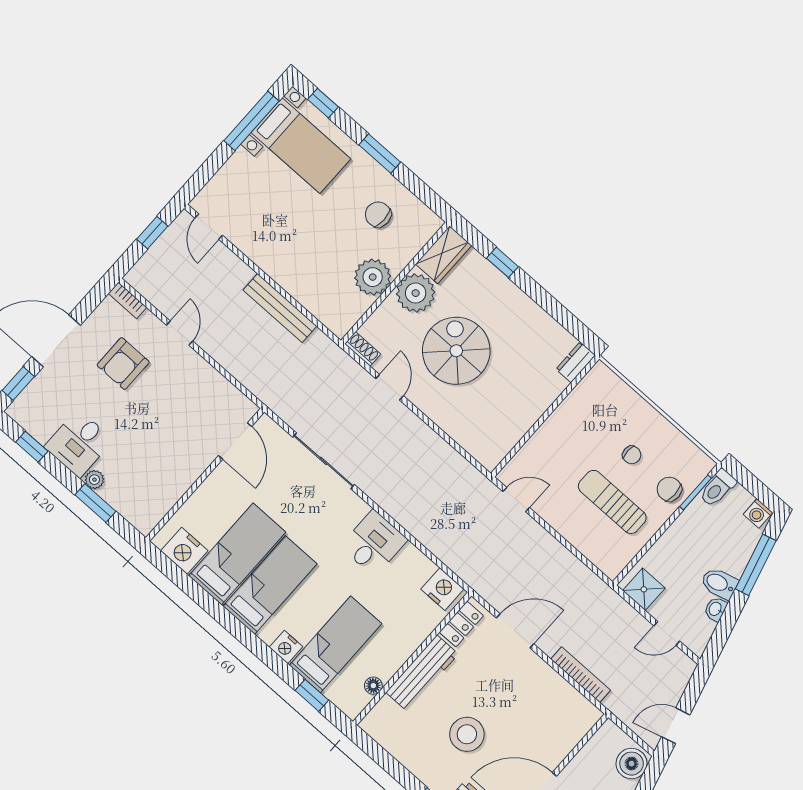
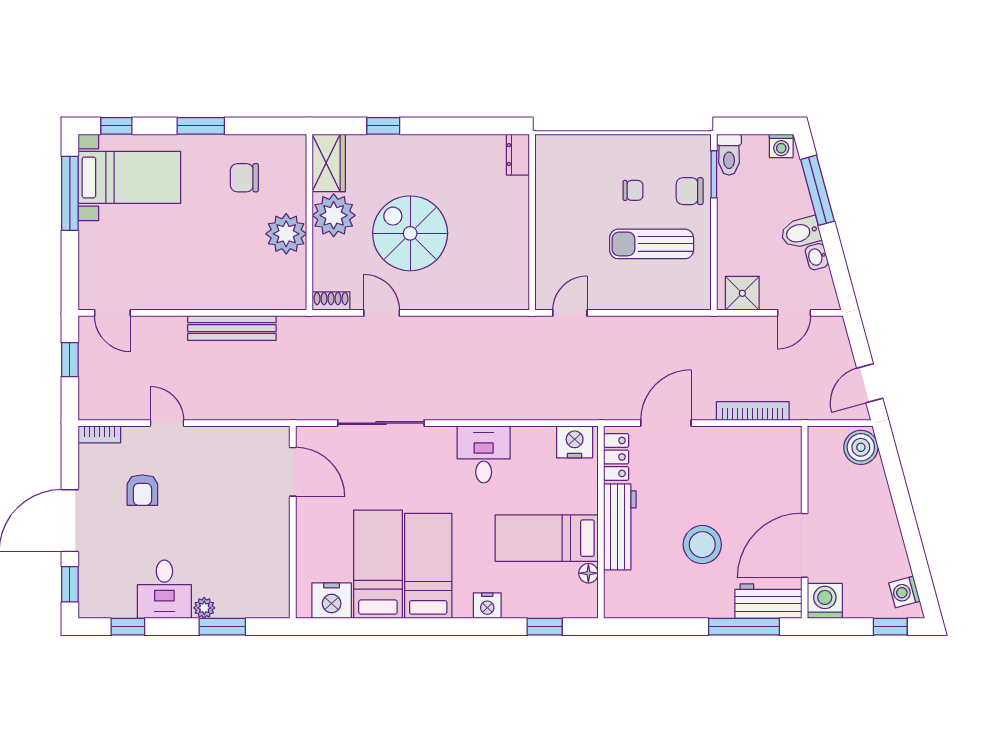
armchair: (123, 364) -> (142, 490), width x0.72, depth x0.72
bed: (336, 644) -> (547, 538), moved, turned -90

